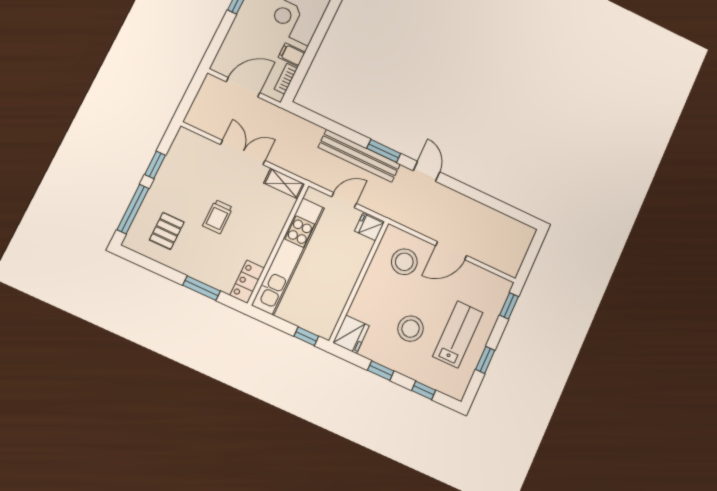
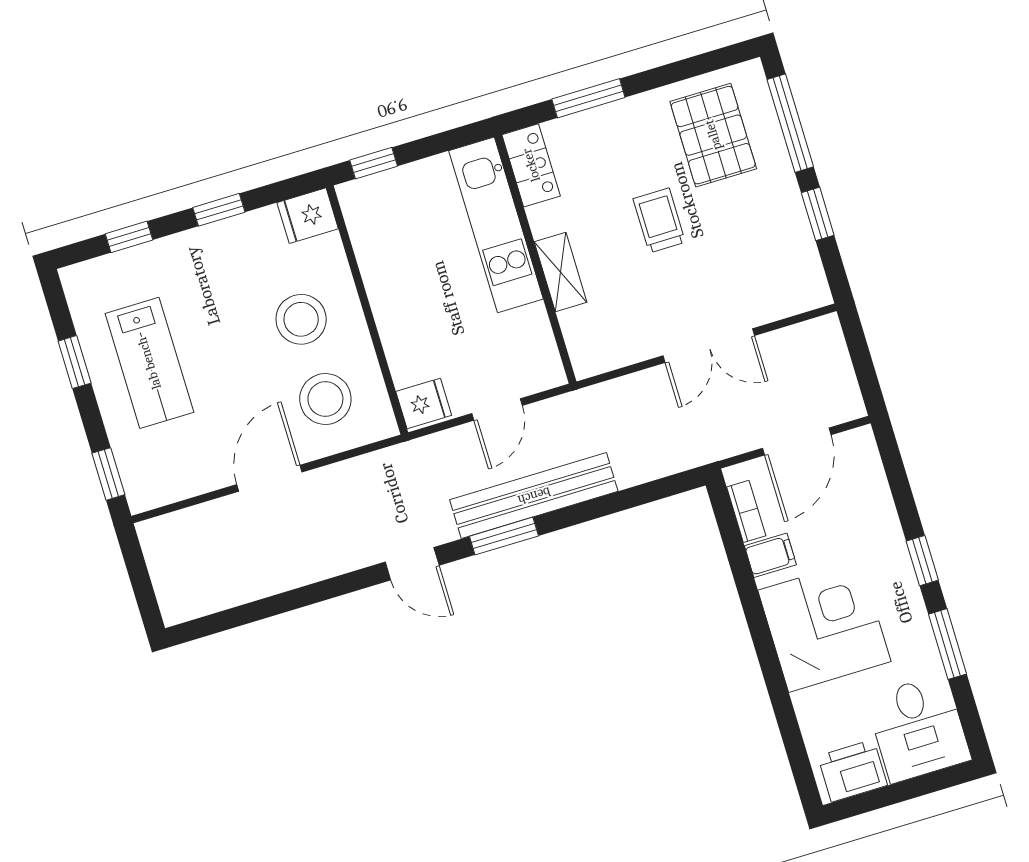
shelving: (284, 183) -> (561, 272), moved, turned 90
pallet: (167, 231) -> (713, 135), width x1.50, depth x1.42
kitchen unit: (288, 256) -> (496, 225), width x0.73
stool: (411, 329) -> (301, 319), moved
fridge: (351, 334) -> (308, 216), width x0.72

